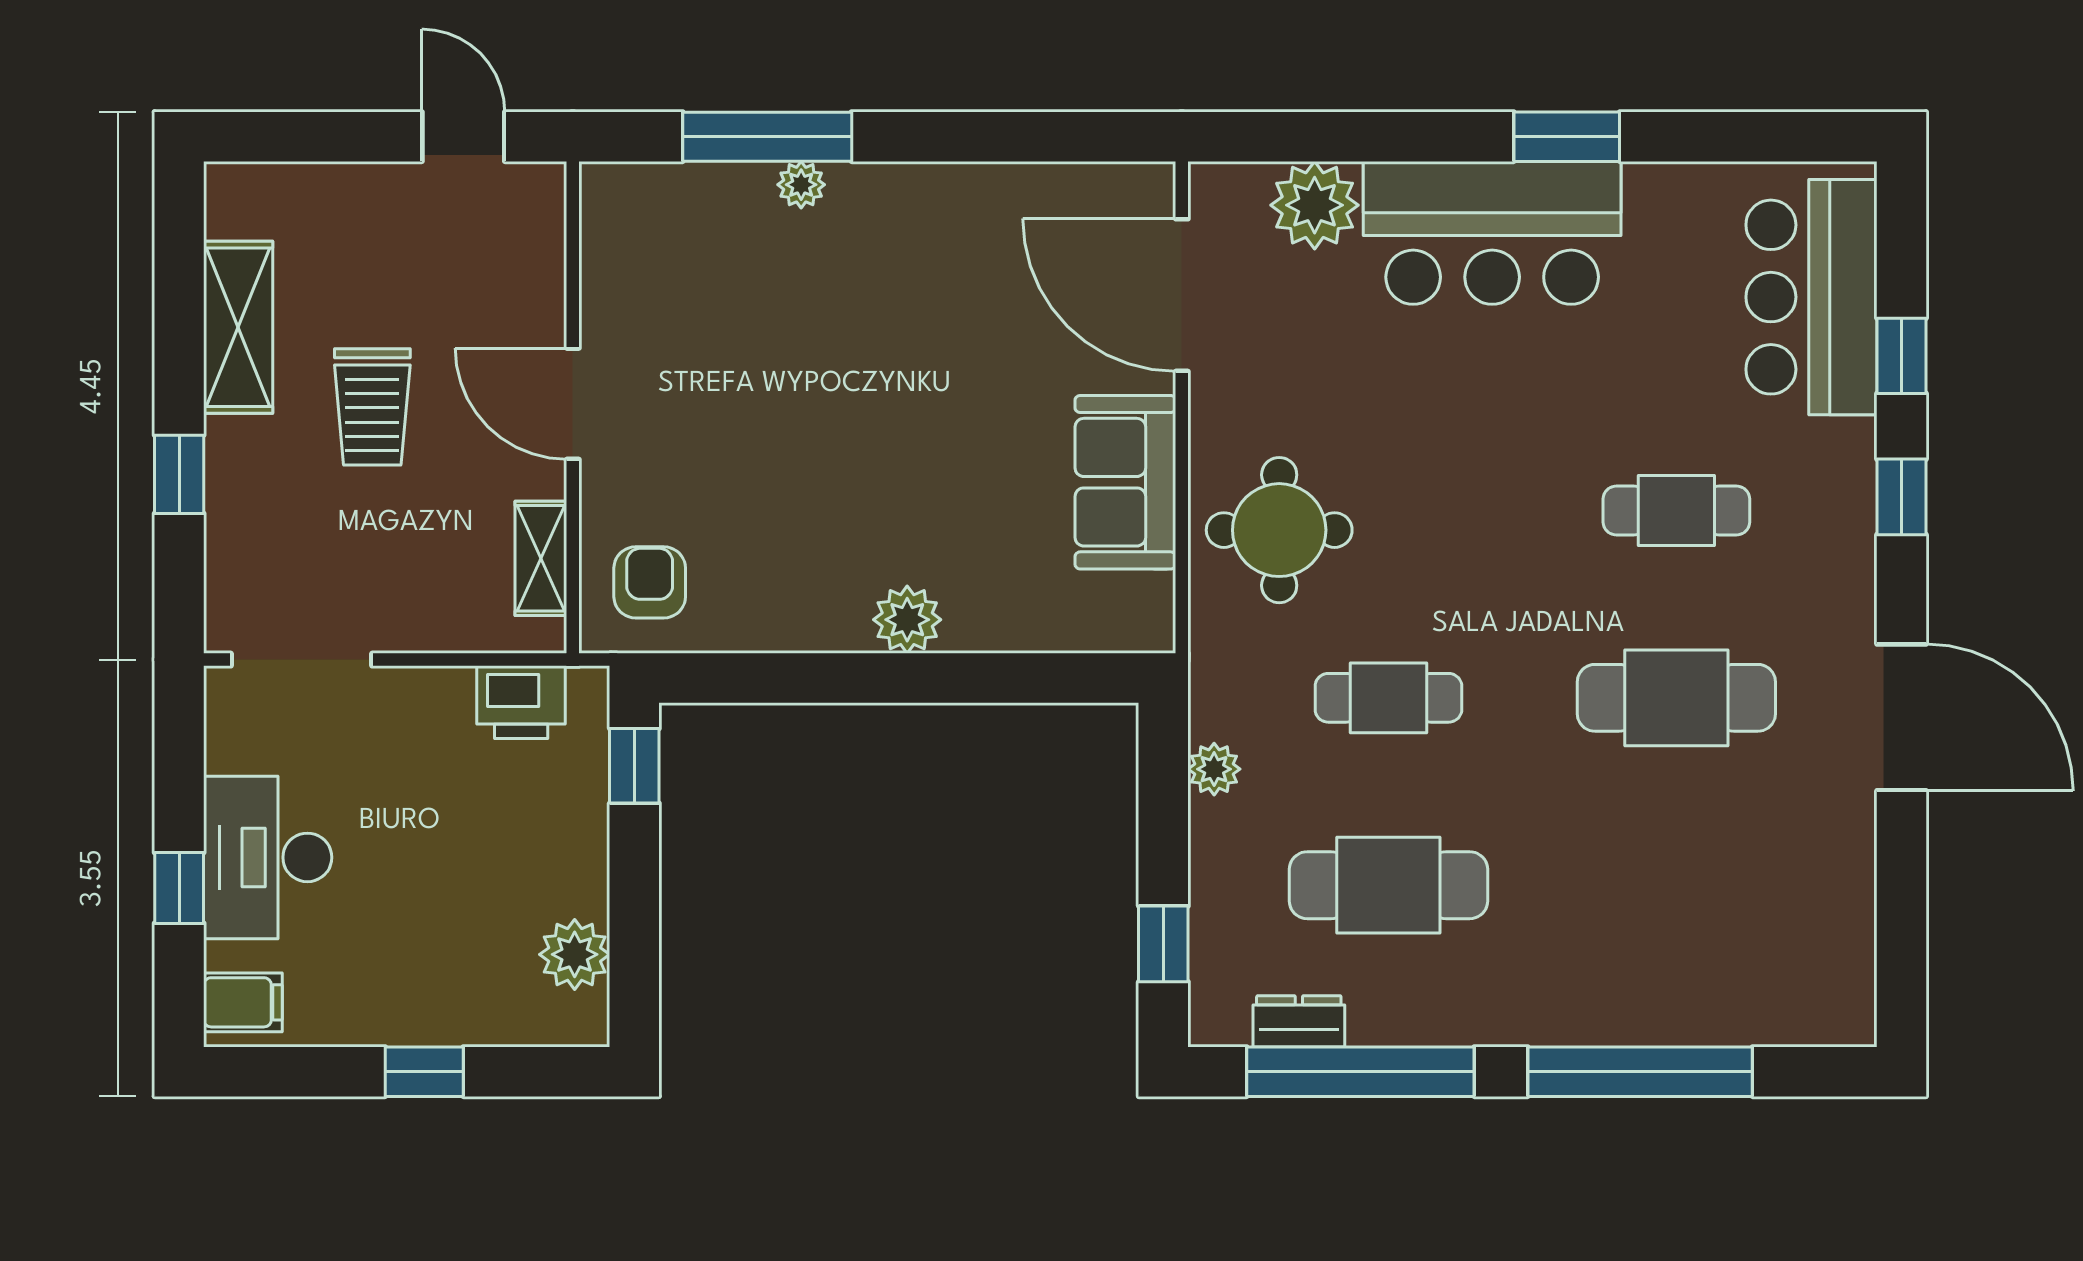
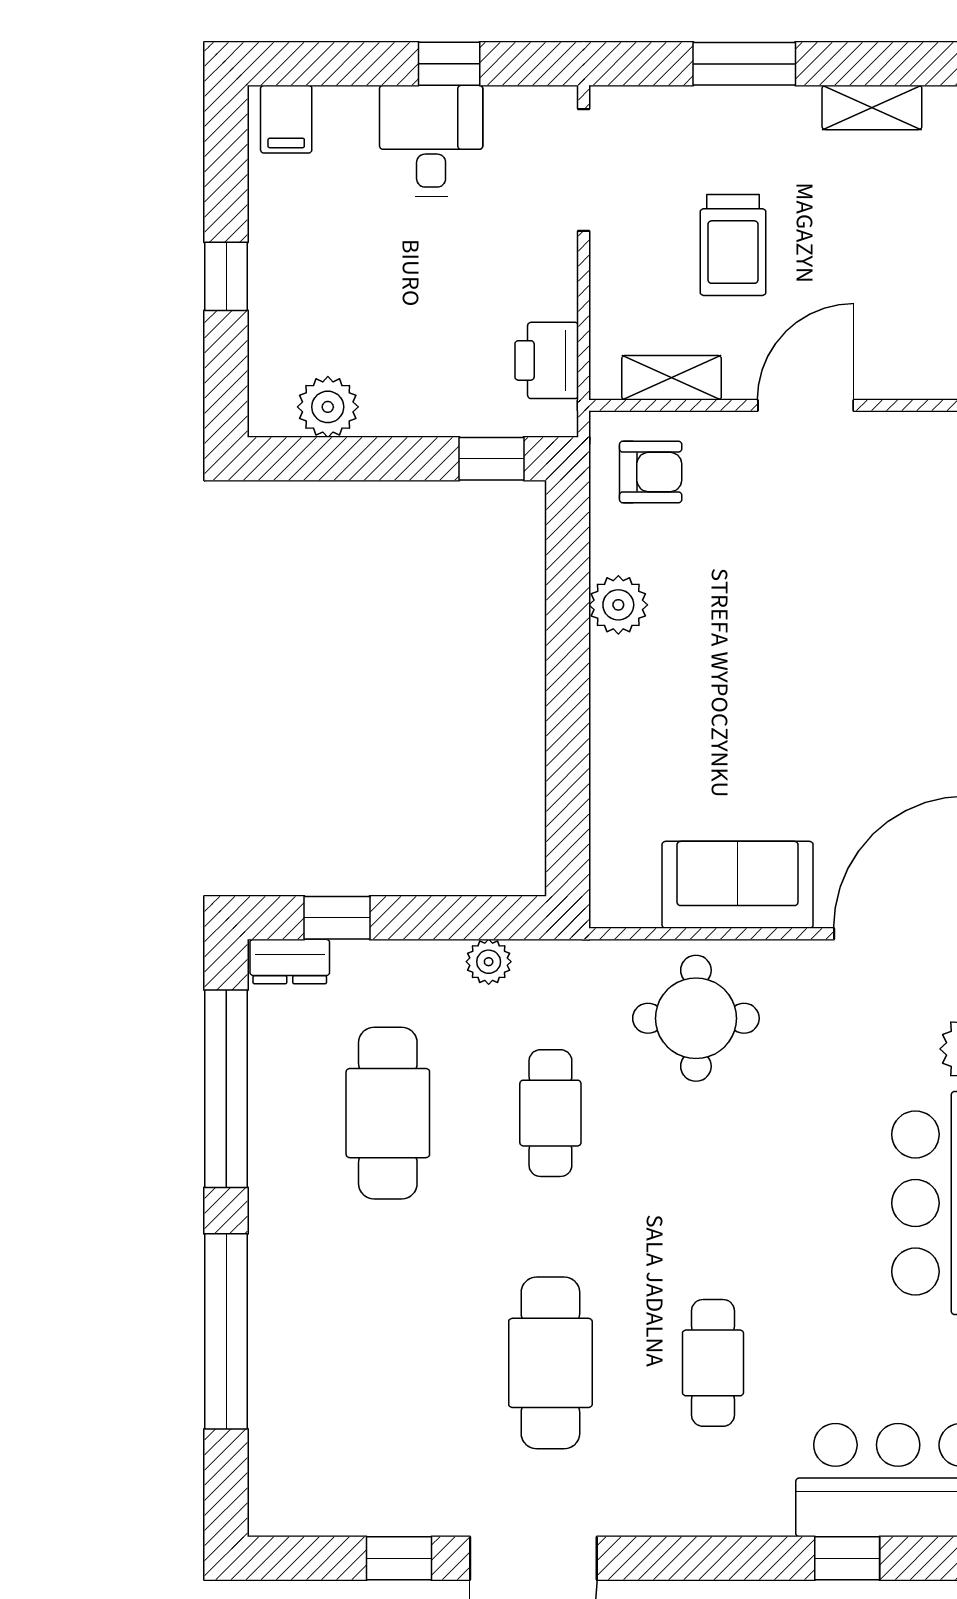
shelving: (238, 327) -> (872, 108), width x0.67, depth x0.75
trolley: (372, 407) -> (733, 245), moved, turned -90
window: (179, 474) -> (744, 64), width x1.50
window: (1902, 497) -> (399, 1558), moved
plant: (907, 620) -> (618, 605), moved
desk: (268, 857) -> (431, 141), width x0.73
window: (179, 888) -> (449, 64), moved
dresser: (1299, 1021) -> (290, 961), moved, turned 90

